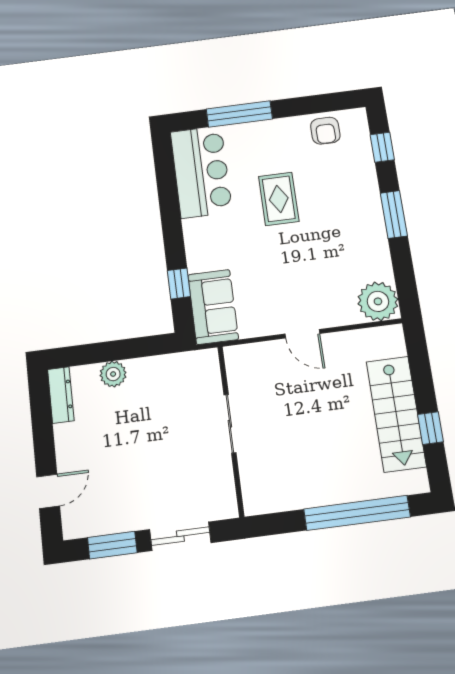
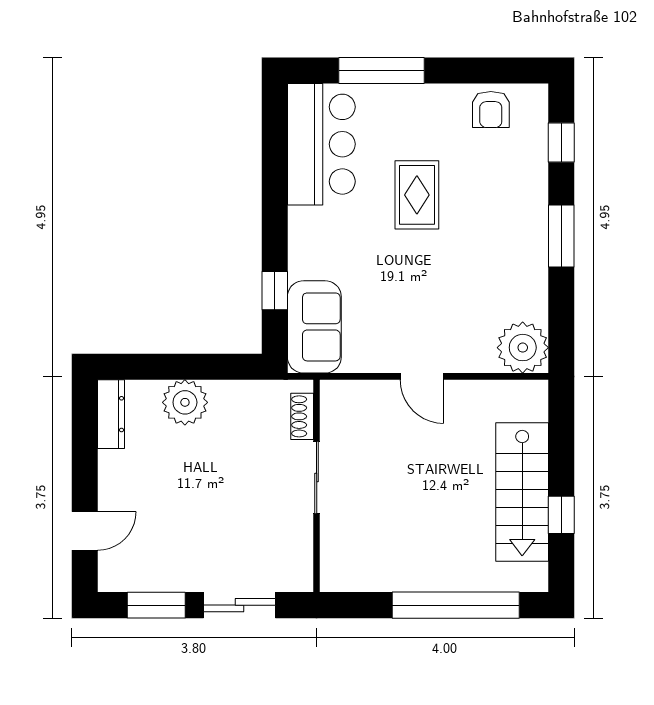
plant: (113, 374) -> (185, 402), width x1.36, depth x1.36
shoe rack: (212, 377) -> (302, 416), added

